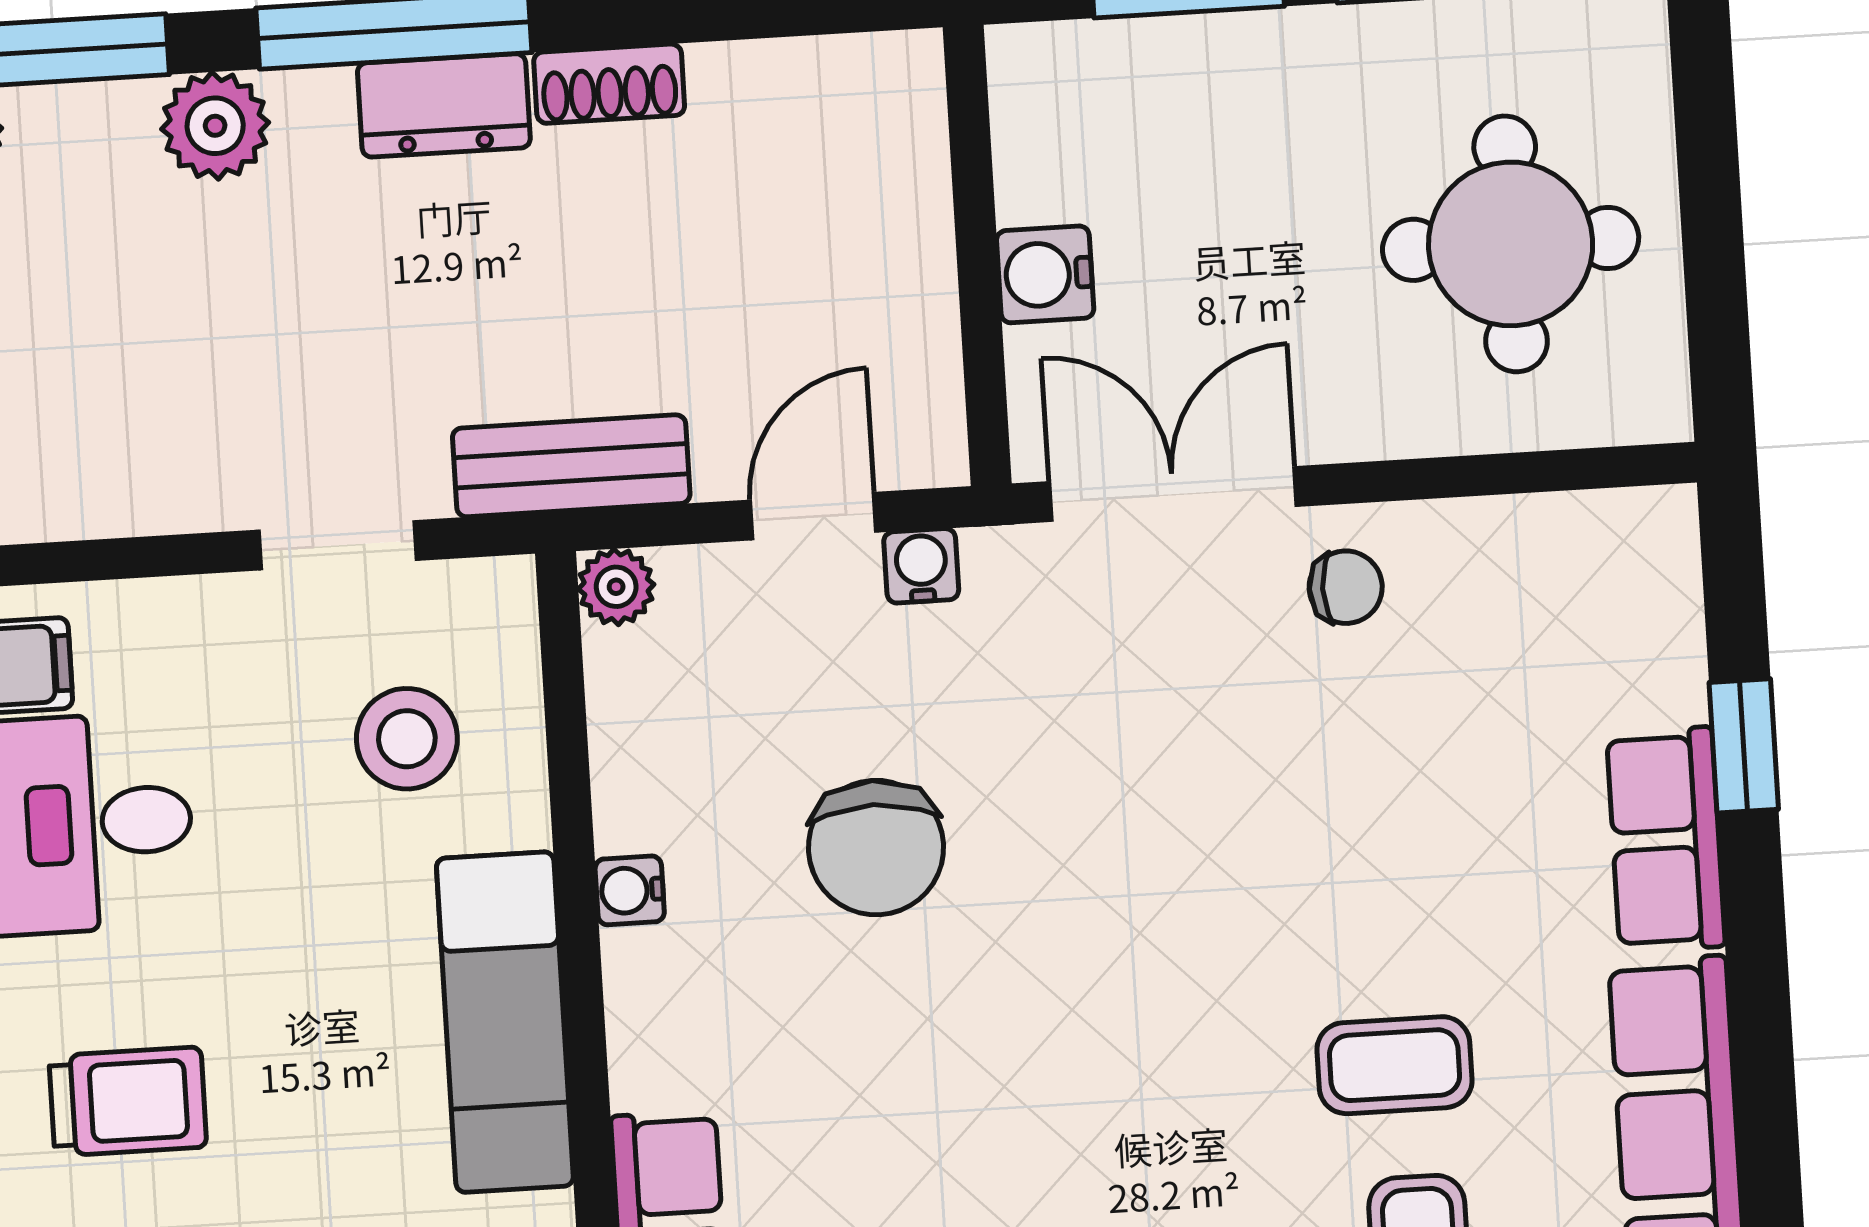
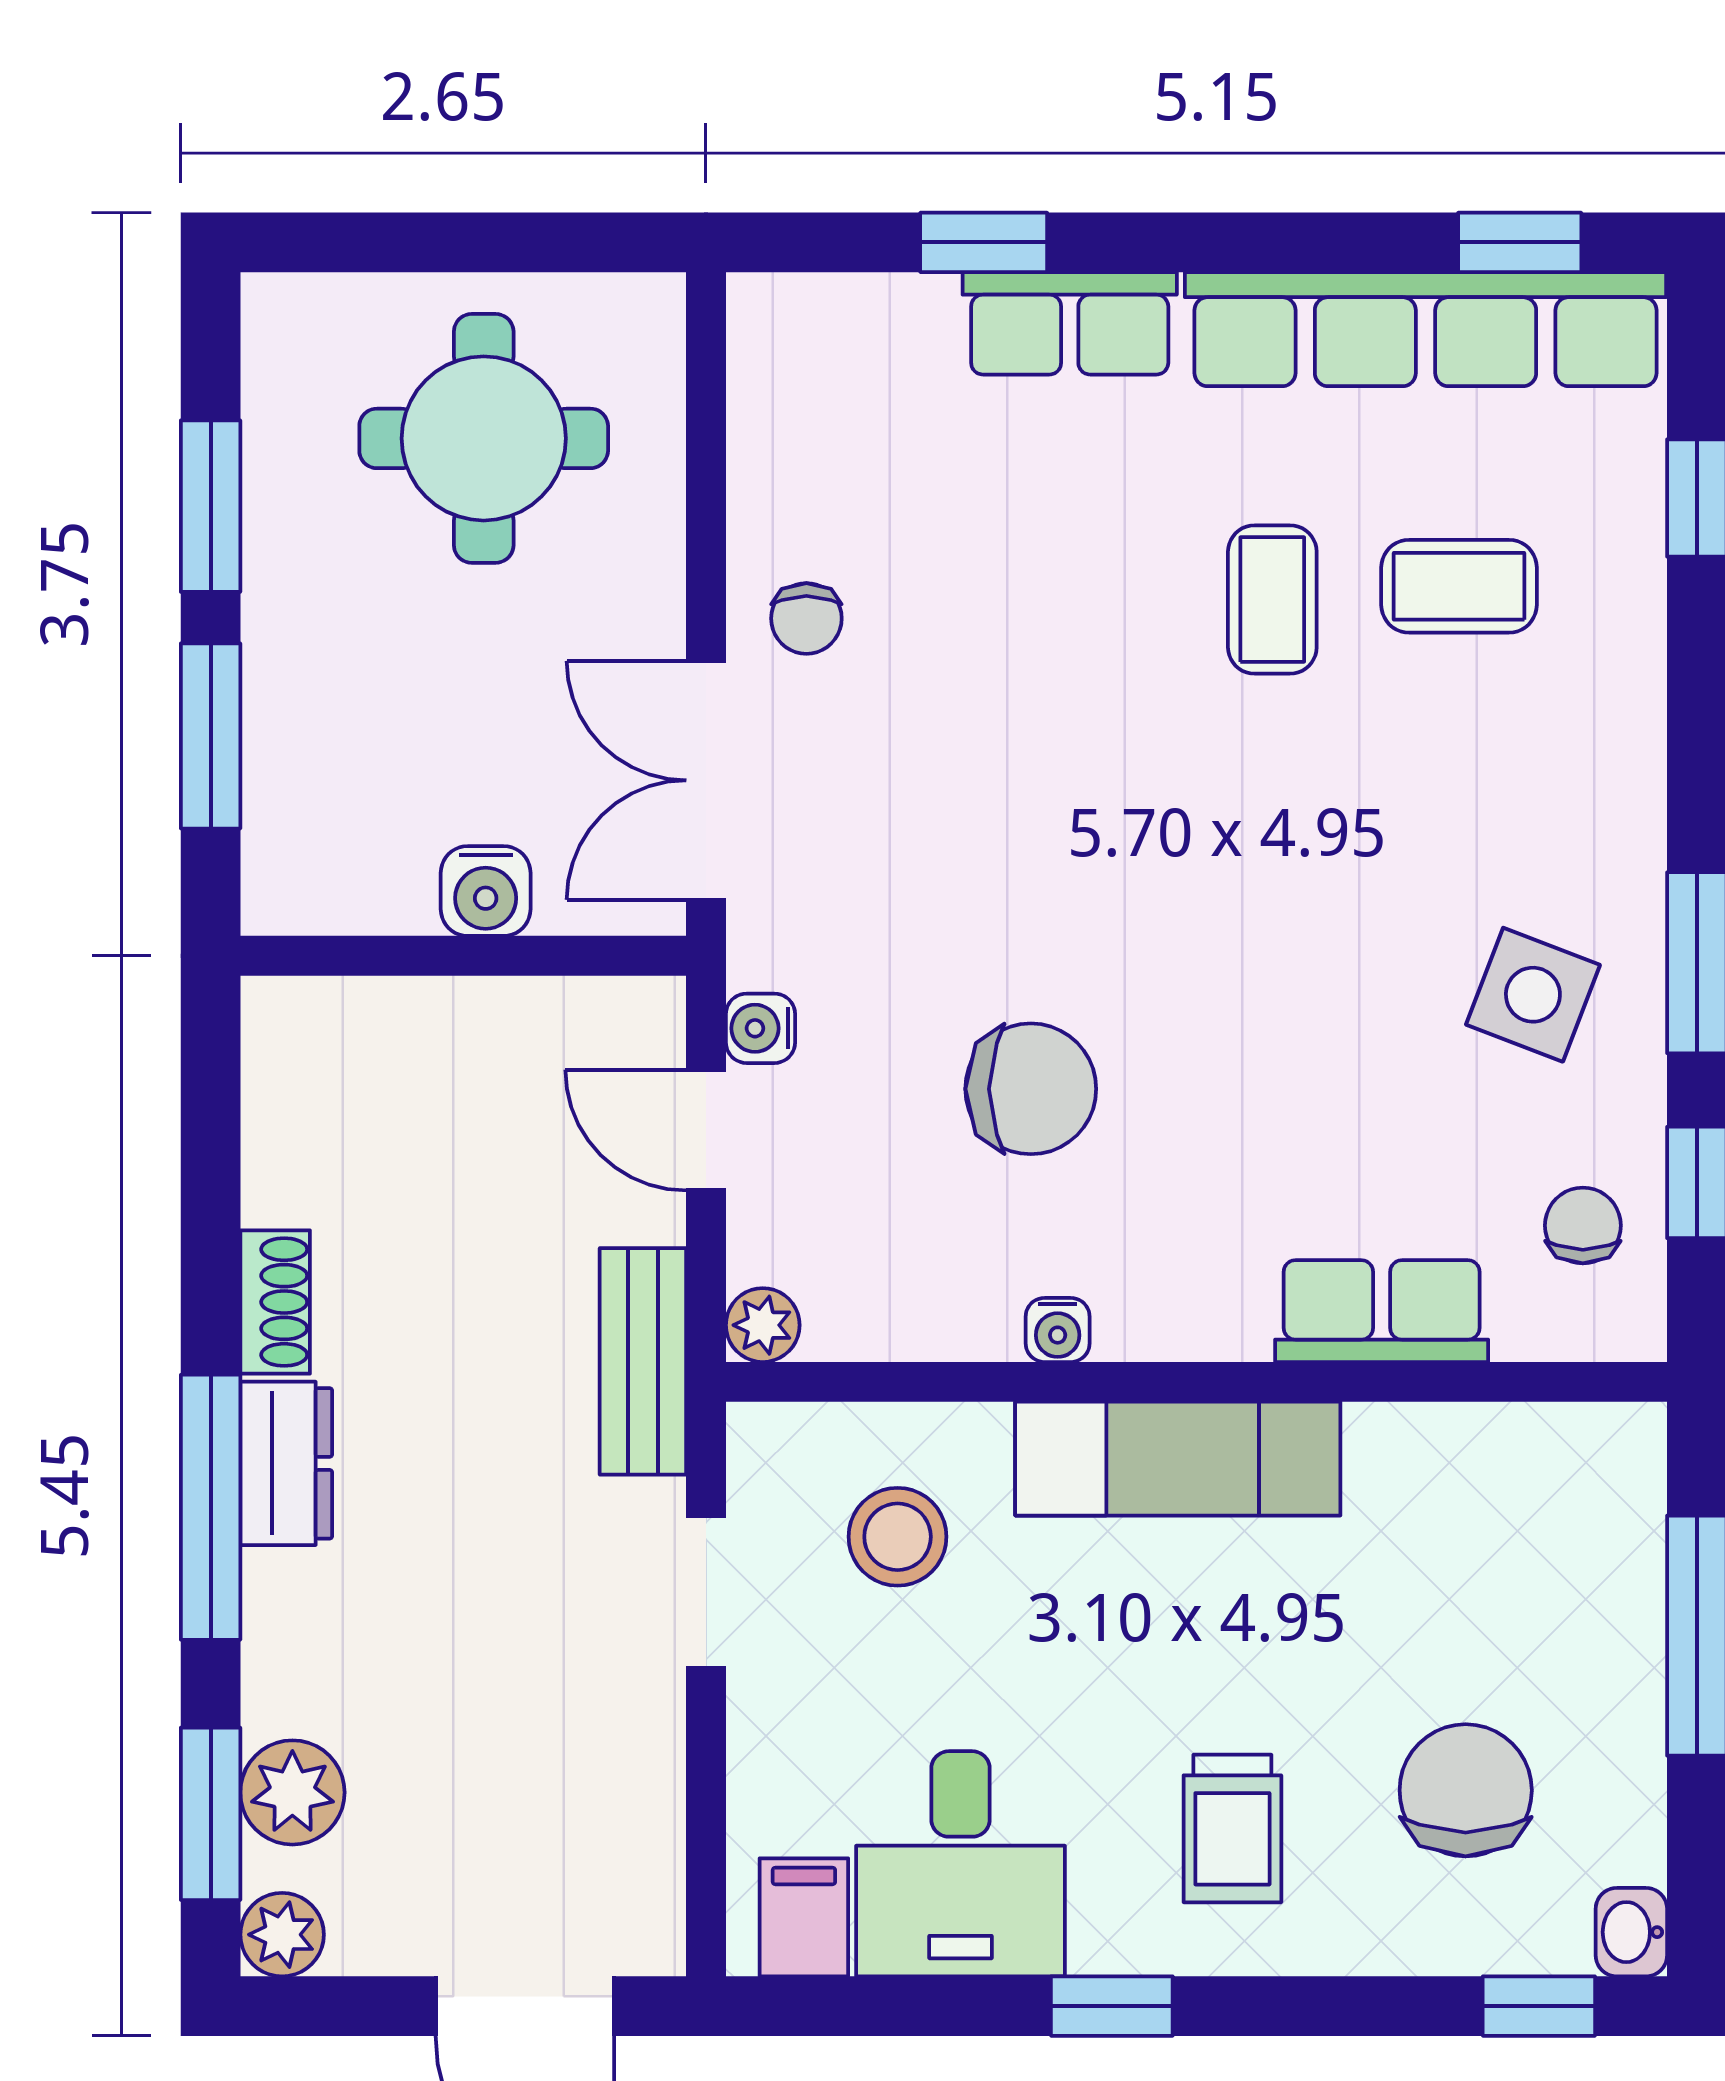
plant: (215, 126) -> (292, 1792), moved
chair: (1346, 587) -> (806, 618), turned 180
trolley: (128, 1101) -> (1232, 1829), turned 180

